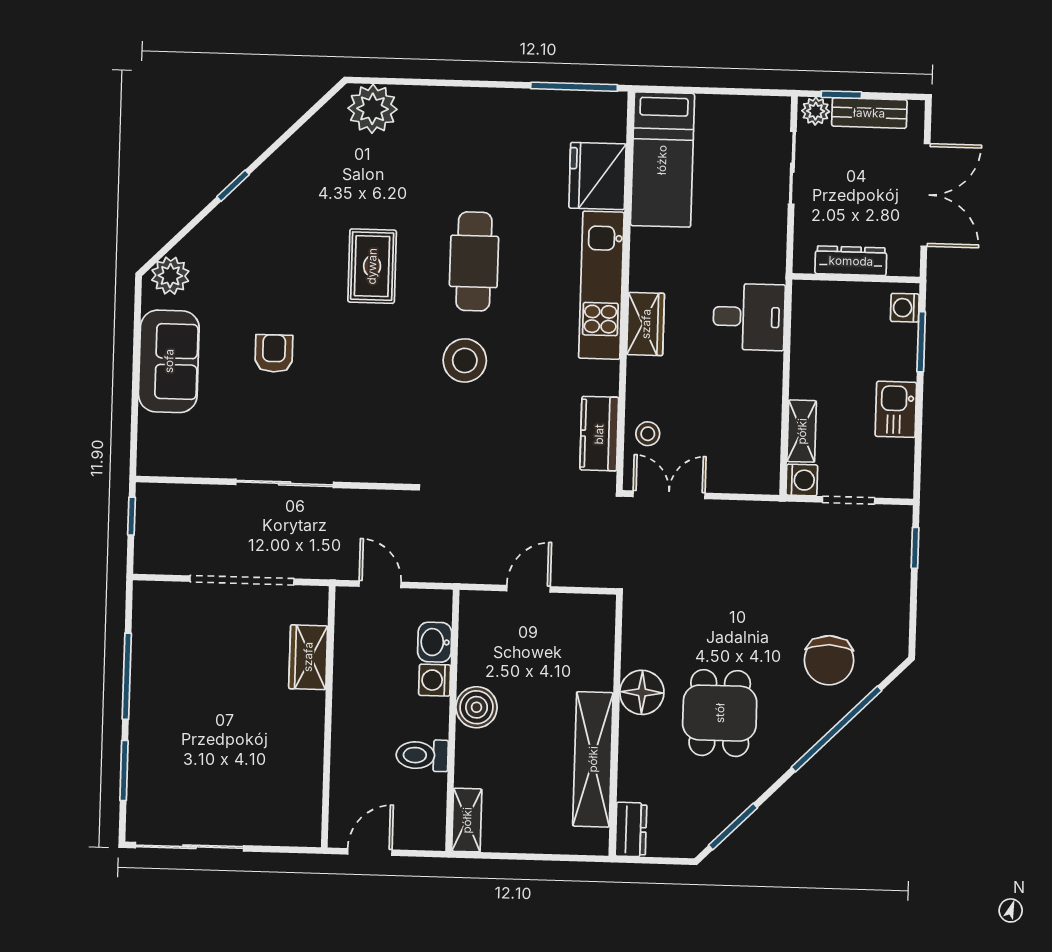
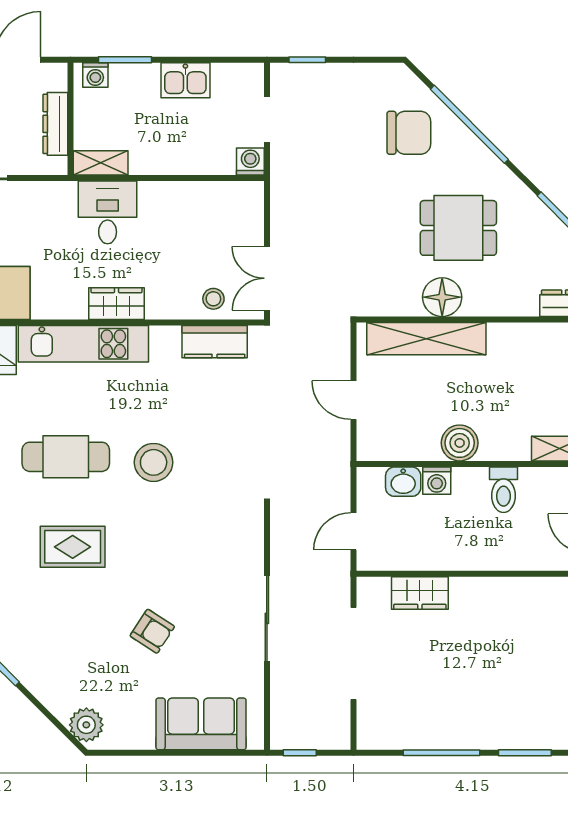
armchair: (274, 353) -> (152, 631), turned -147
sofa: (169, 361) -> (201, 724), moved
shelving: (802, 431) -> (101, 163), moved
shelving: (593, 759) -> (426, 339), moved

